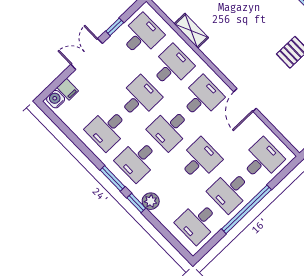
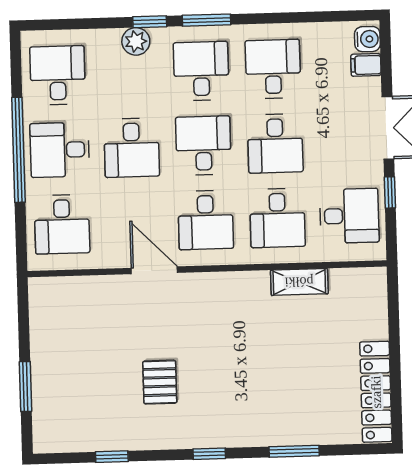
desk: (142, 35) -> (349, 216), turned -90
desk: (230, 191) -> (60, 150), turned -90

